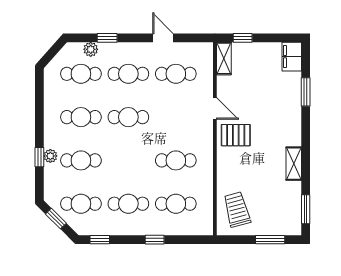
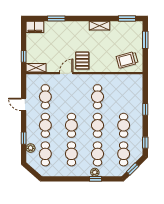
door: (163, 38) -> (24, 104), hinge flipped
cafe table: (176, 204) -> (98, 125), moved

